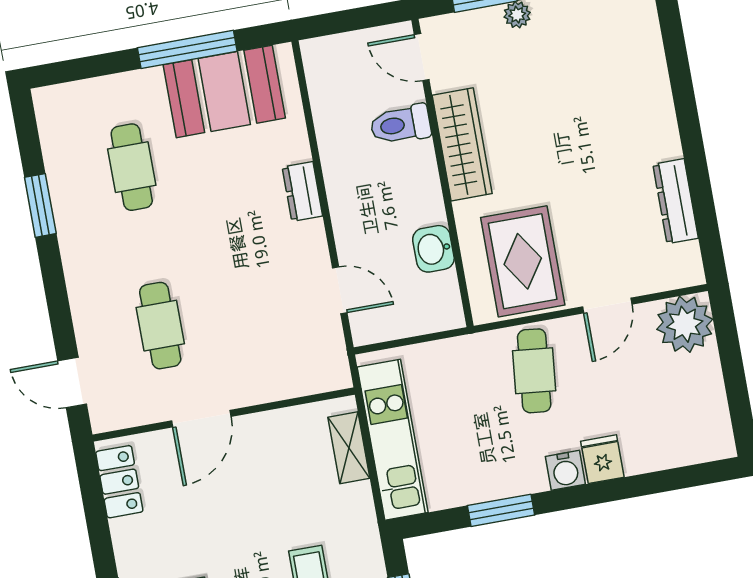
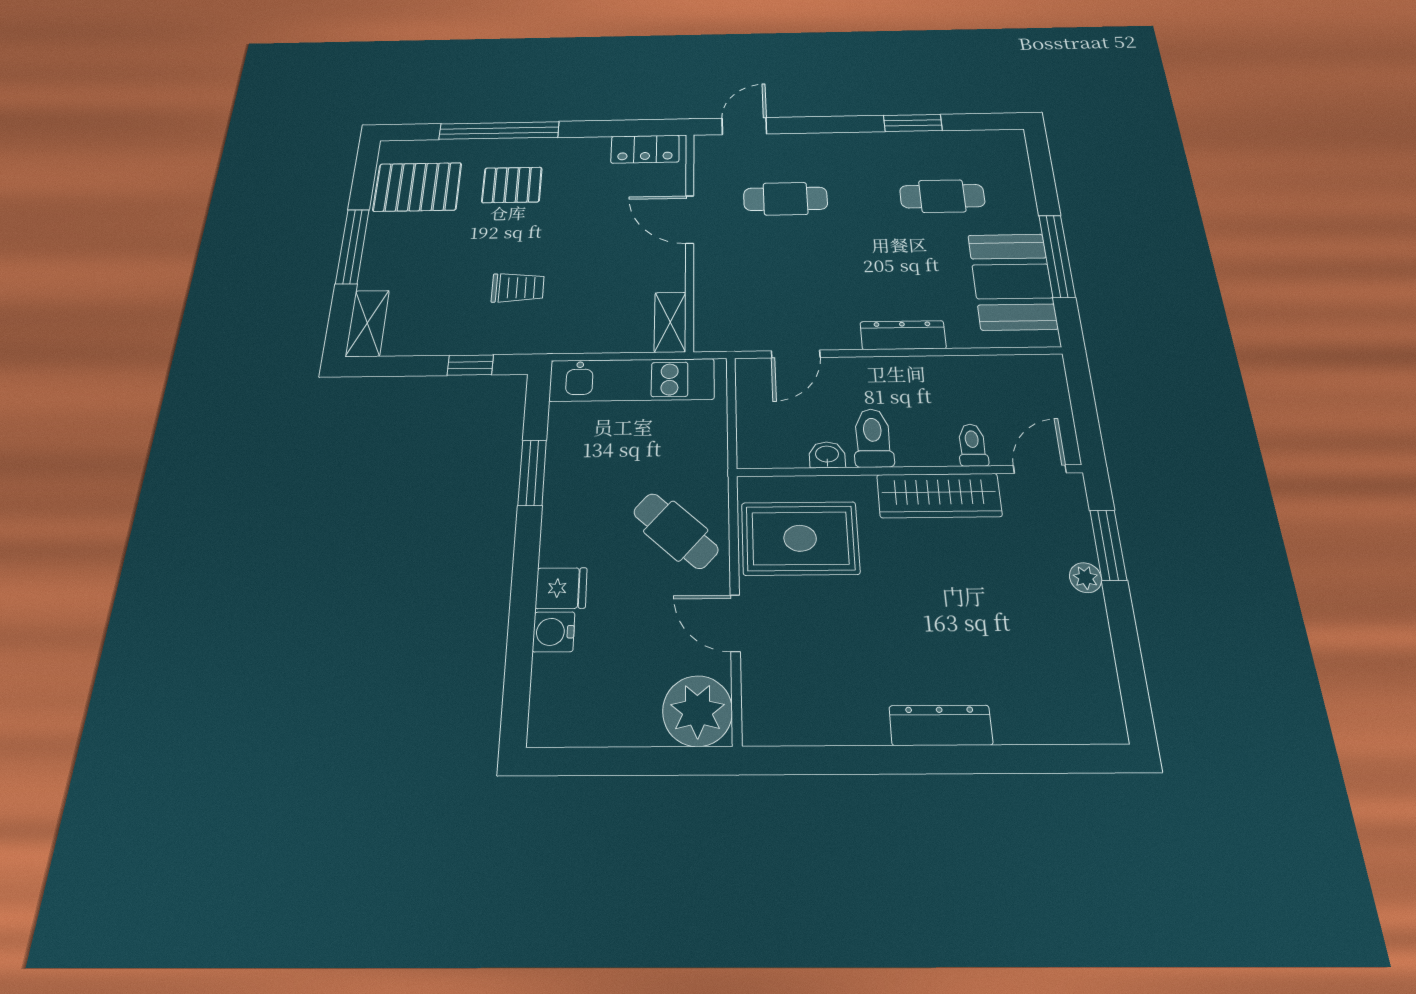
toilet: (401, 124) -> (972, 445), width x0.73, depth x0.72
dresser: (302, 191) -> (903, 335), width x1.44
dresser: (676, 201) -> (941, 725), moved
toilet: (415, 208) -> (873, 438), added
washbasin: (433, 249) -> (827, 455), width x0.72, depth x0.69
cafe table: (534, 371) -> (676, 531), turned 36
shelving: (349, 448) -> (670, 322), moved, turned 90
water cooler: (565, 470) -> (554, 632), moved

